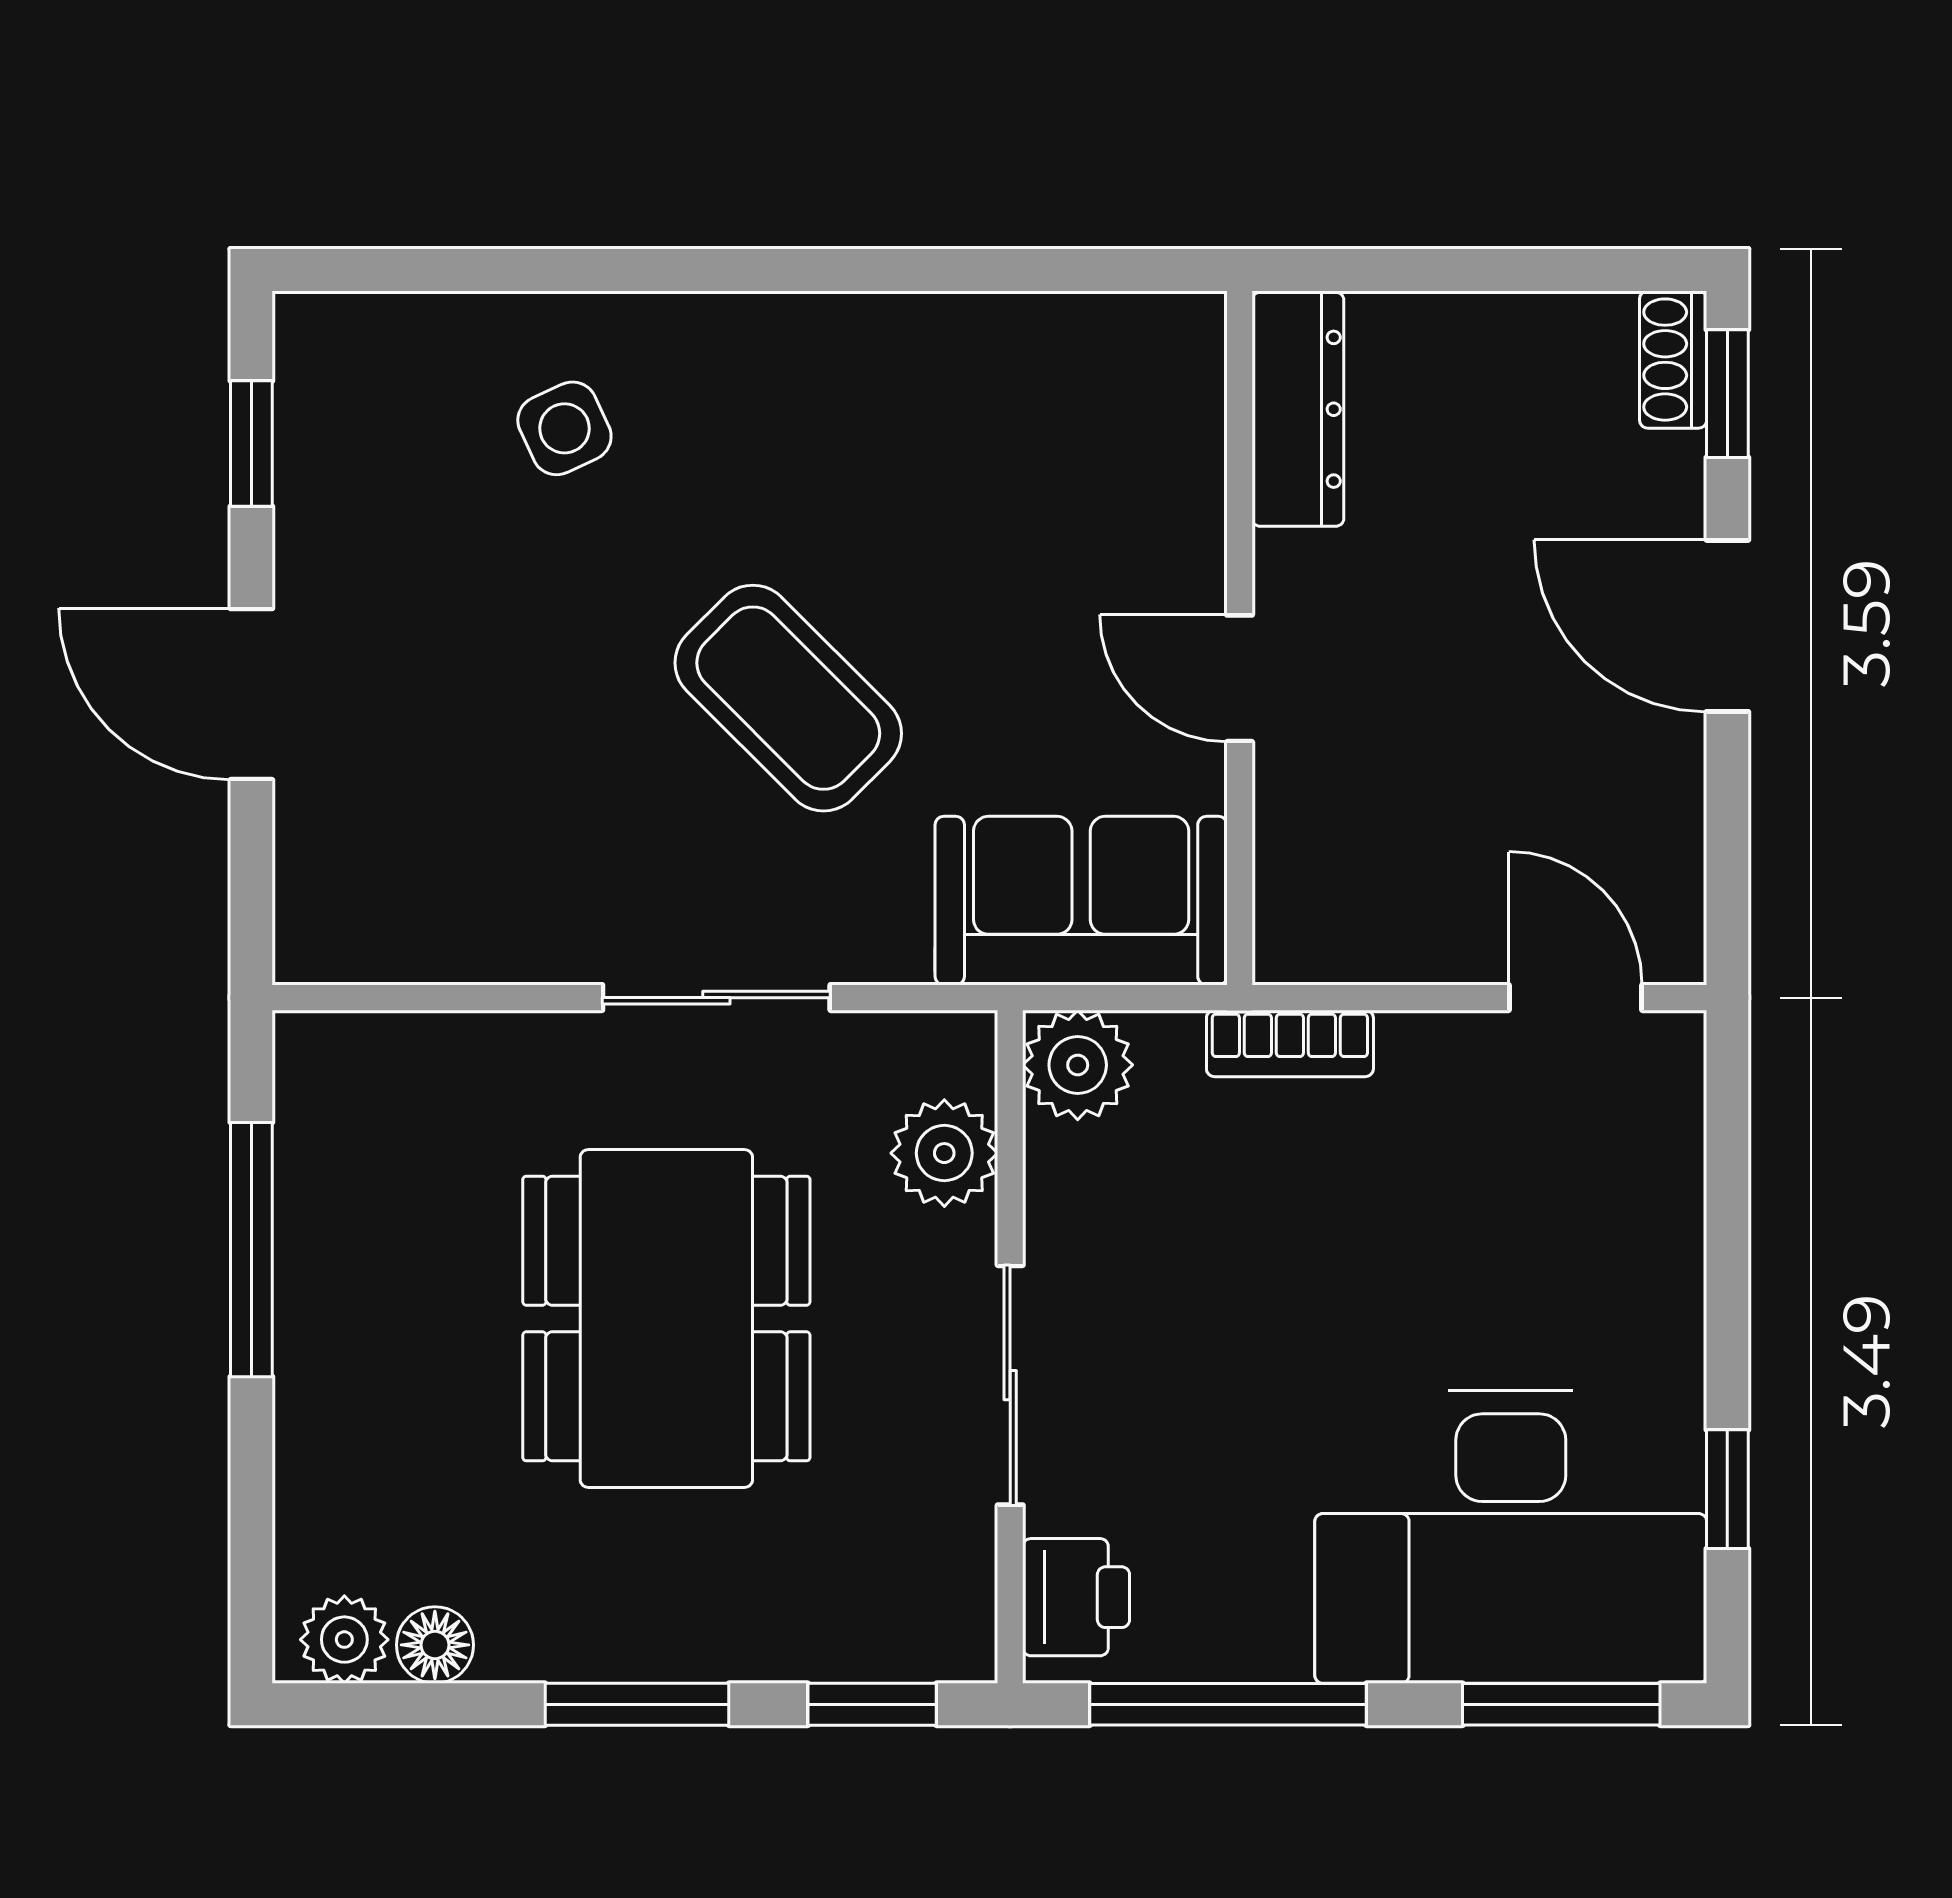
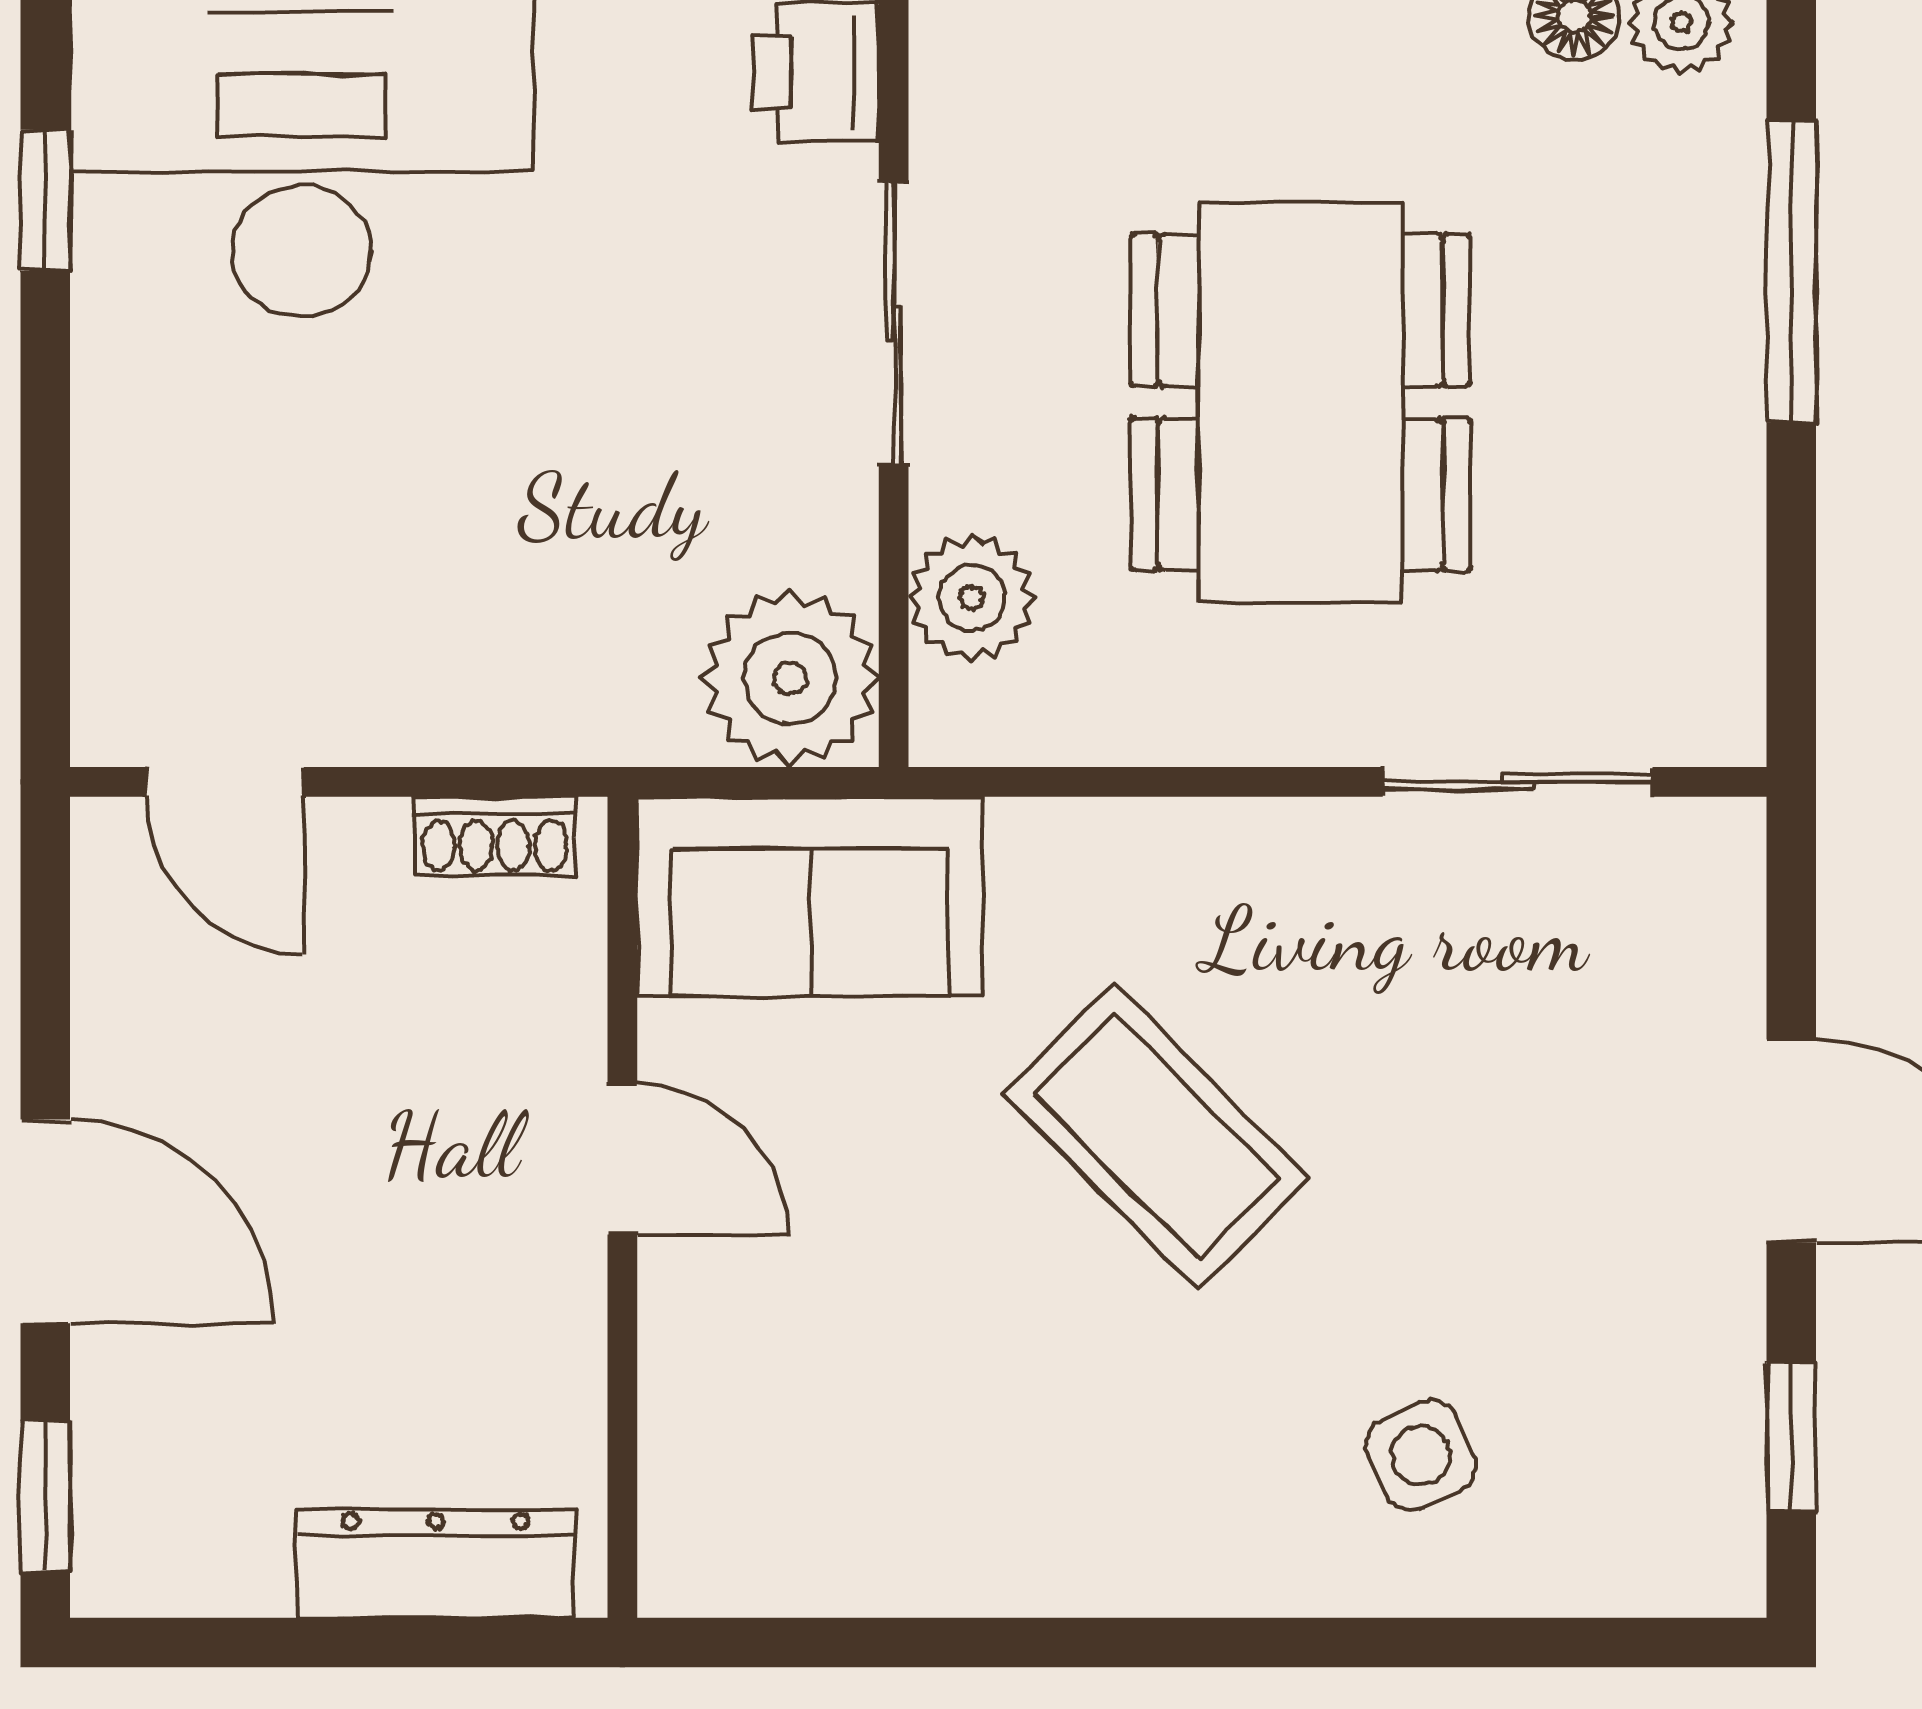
shoe rack: (1673, 360) -> (495, 836), moved, turned 90
dresser: (1298, 409) -> (436, 1564), moved, turned 90
sliding door: (716, 998) -> (1518, 782), moved
bookcase: (1290, 1043) -> (563, 728), removed
plant: (1078, 1065) -> (790, 678), width x1.36, depth x1.36
window: (251, 1250) -> (1791, 272), moved

